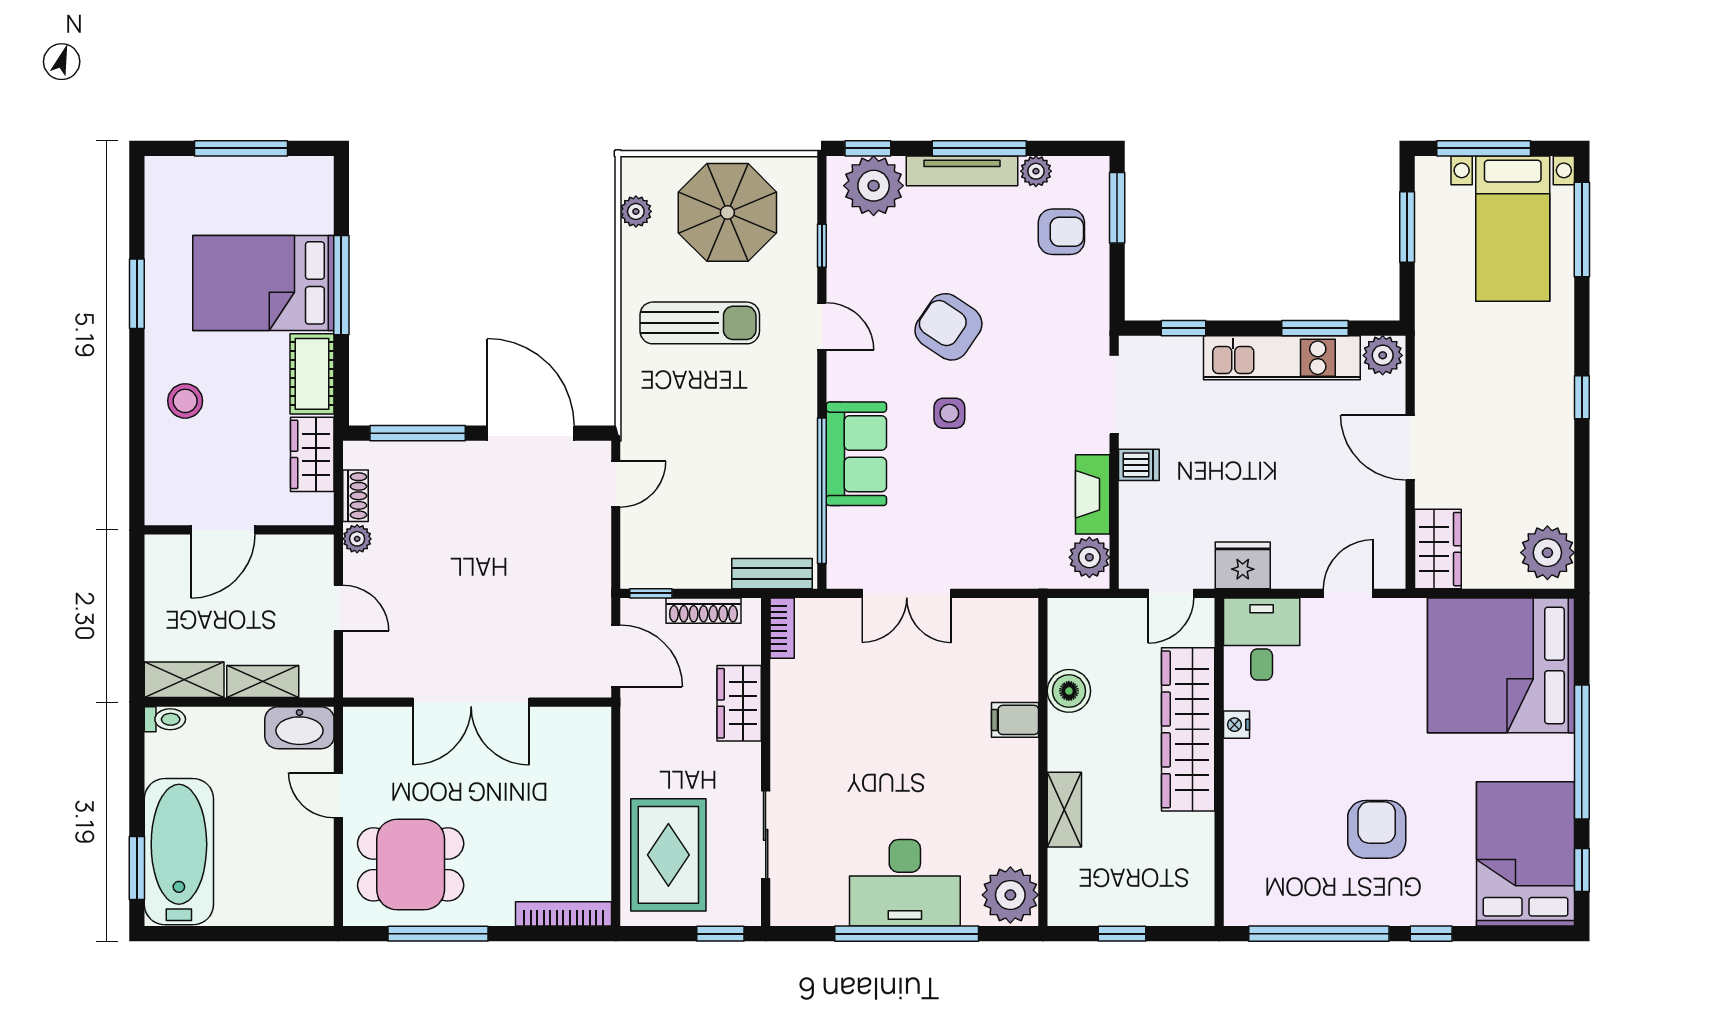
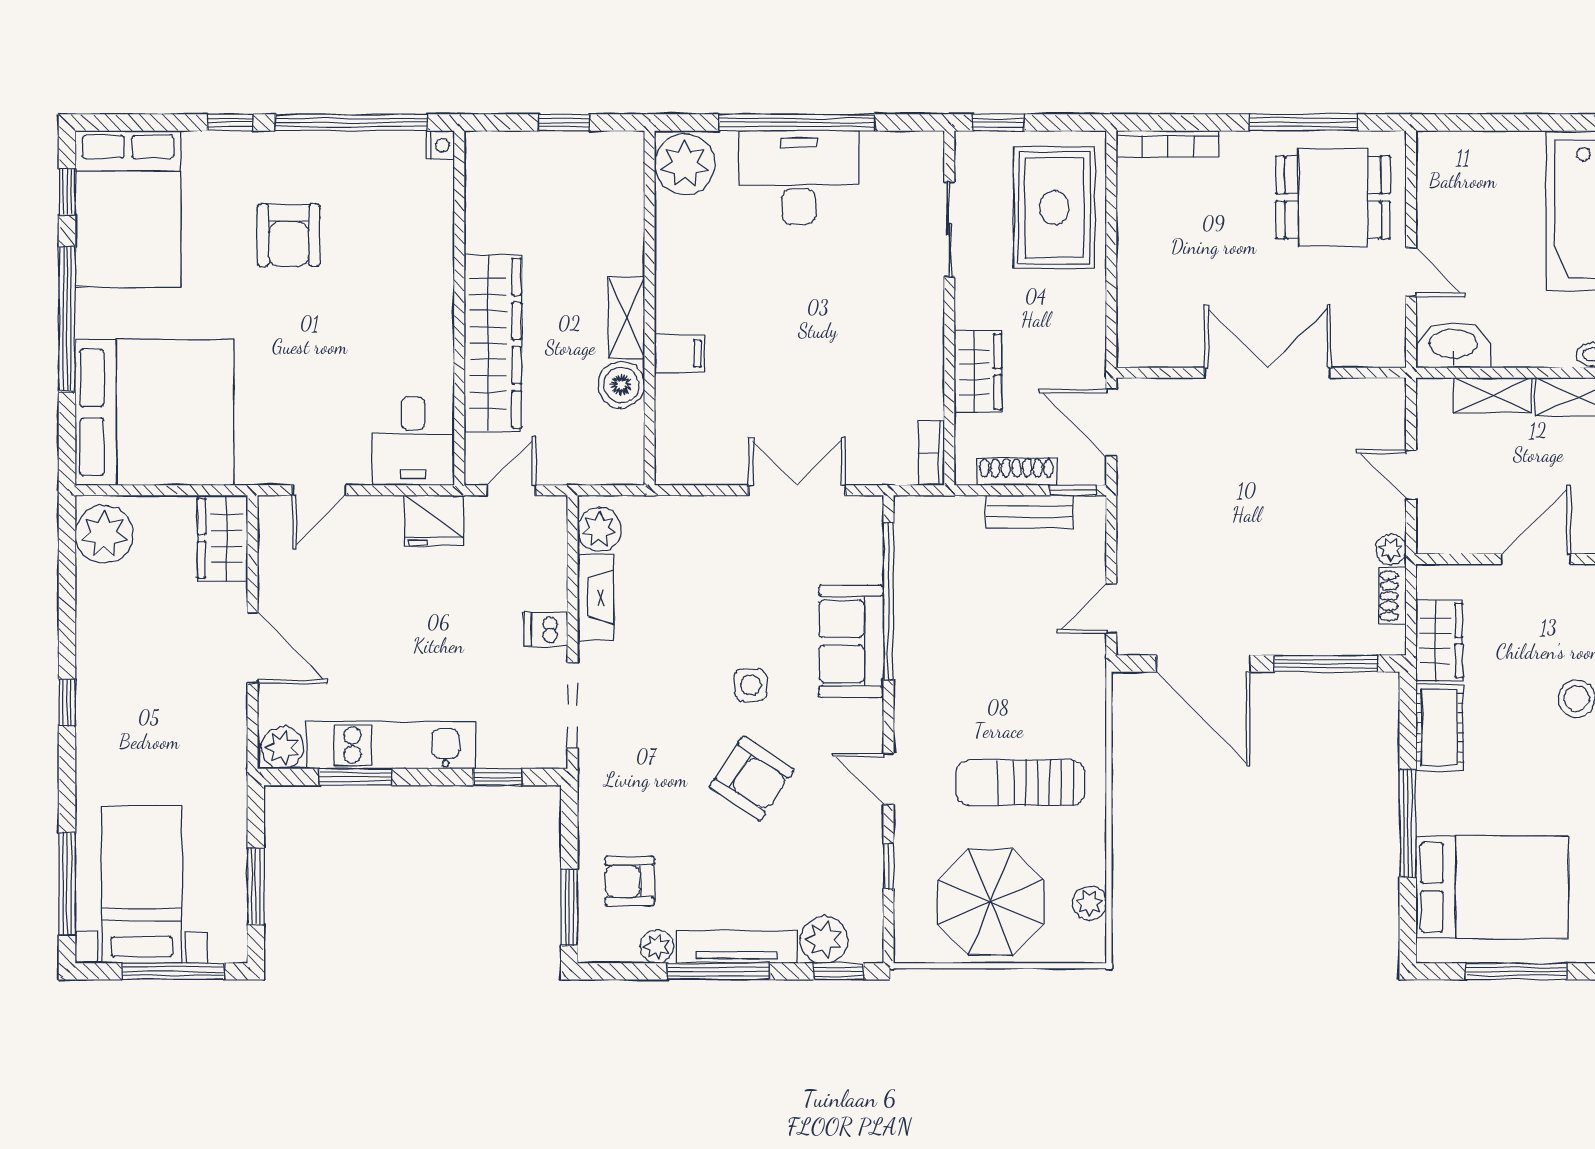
plant: (874, 186) -> (824, 940), width x0.73, depth x0.73
bed: (263, 283) -> (1492, 887), moved
bench: (772, 574) -> (1030, 512), moved
nightstand: (1236, 725) -> (440, 145), moved
shelving: (1064, 810) -> (626, 318), moved

